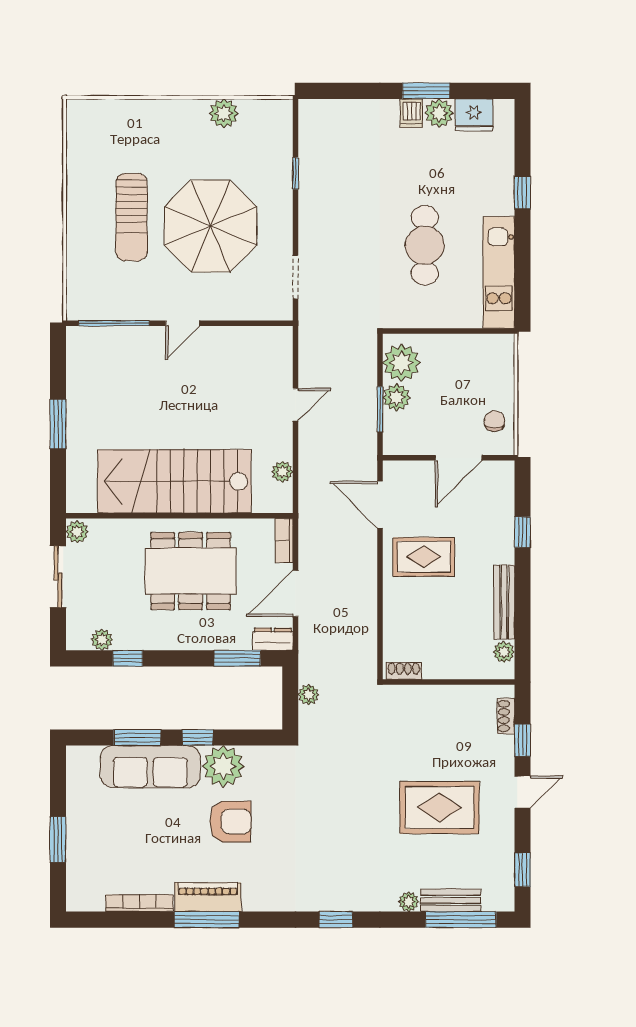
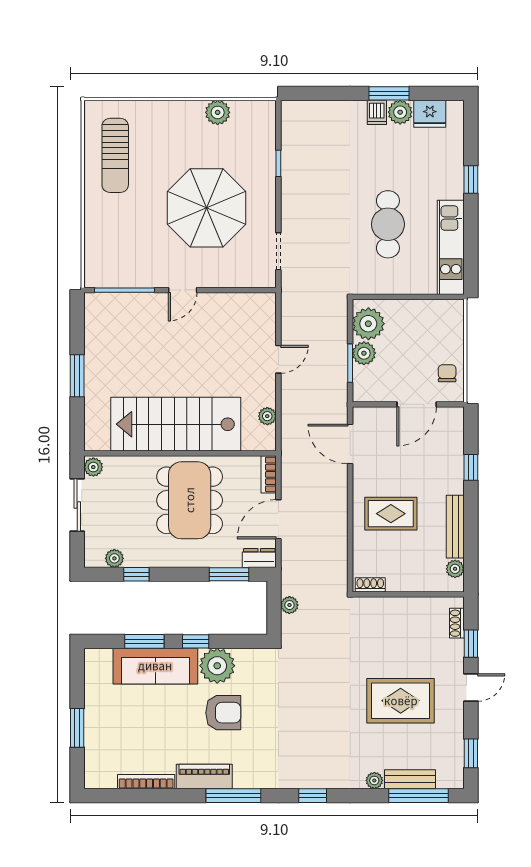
sun lounger: (132, 217) -> (115, 155), moved
rug: (424, 557) -> (391, 514), moved
dining table: (191, 571) -> (190, 500), turned 90
window: (207, 920) -> (233, 796), moved

